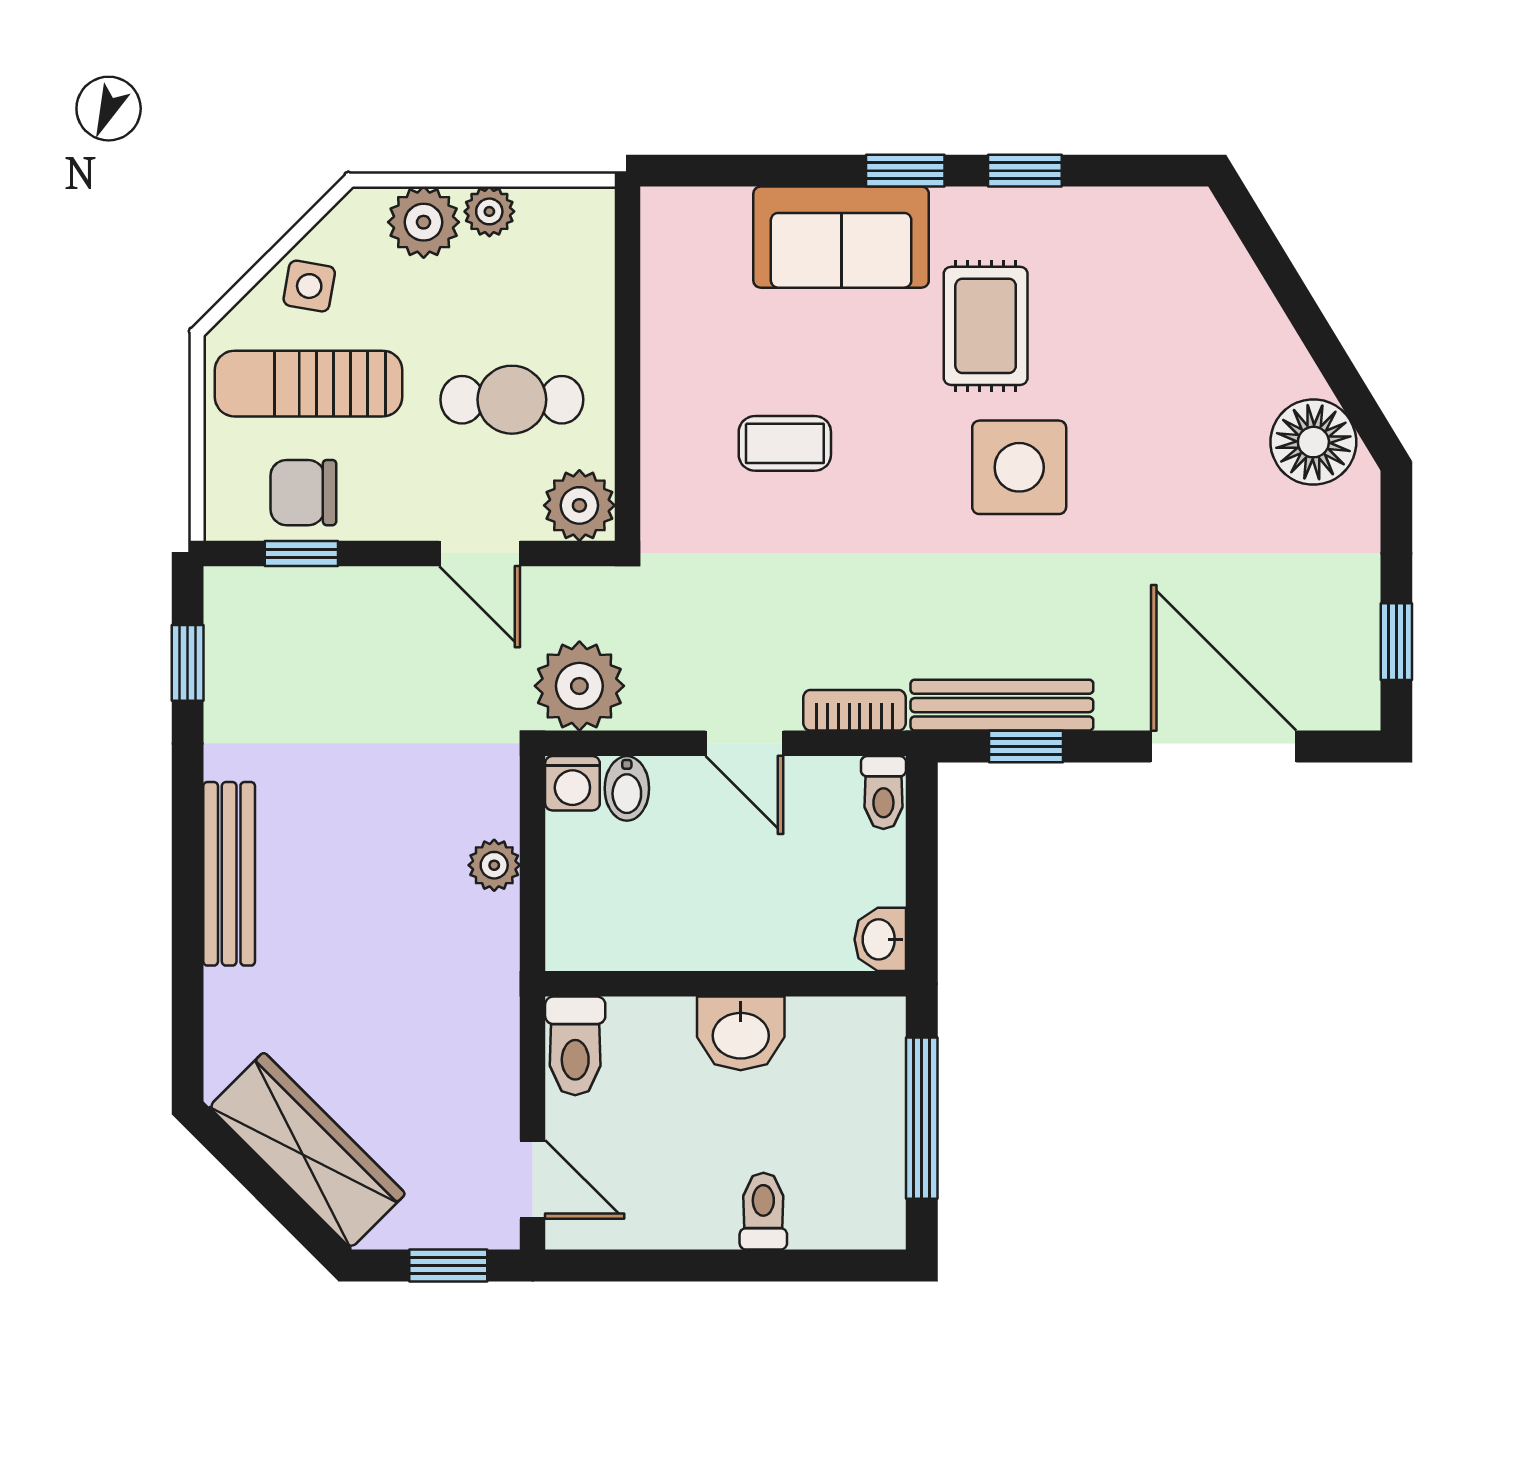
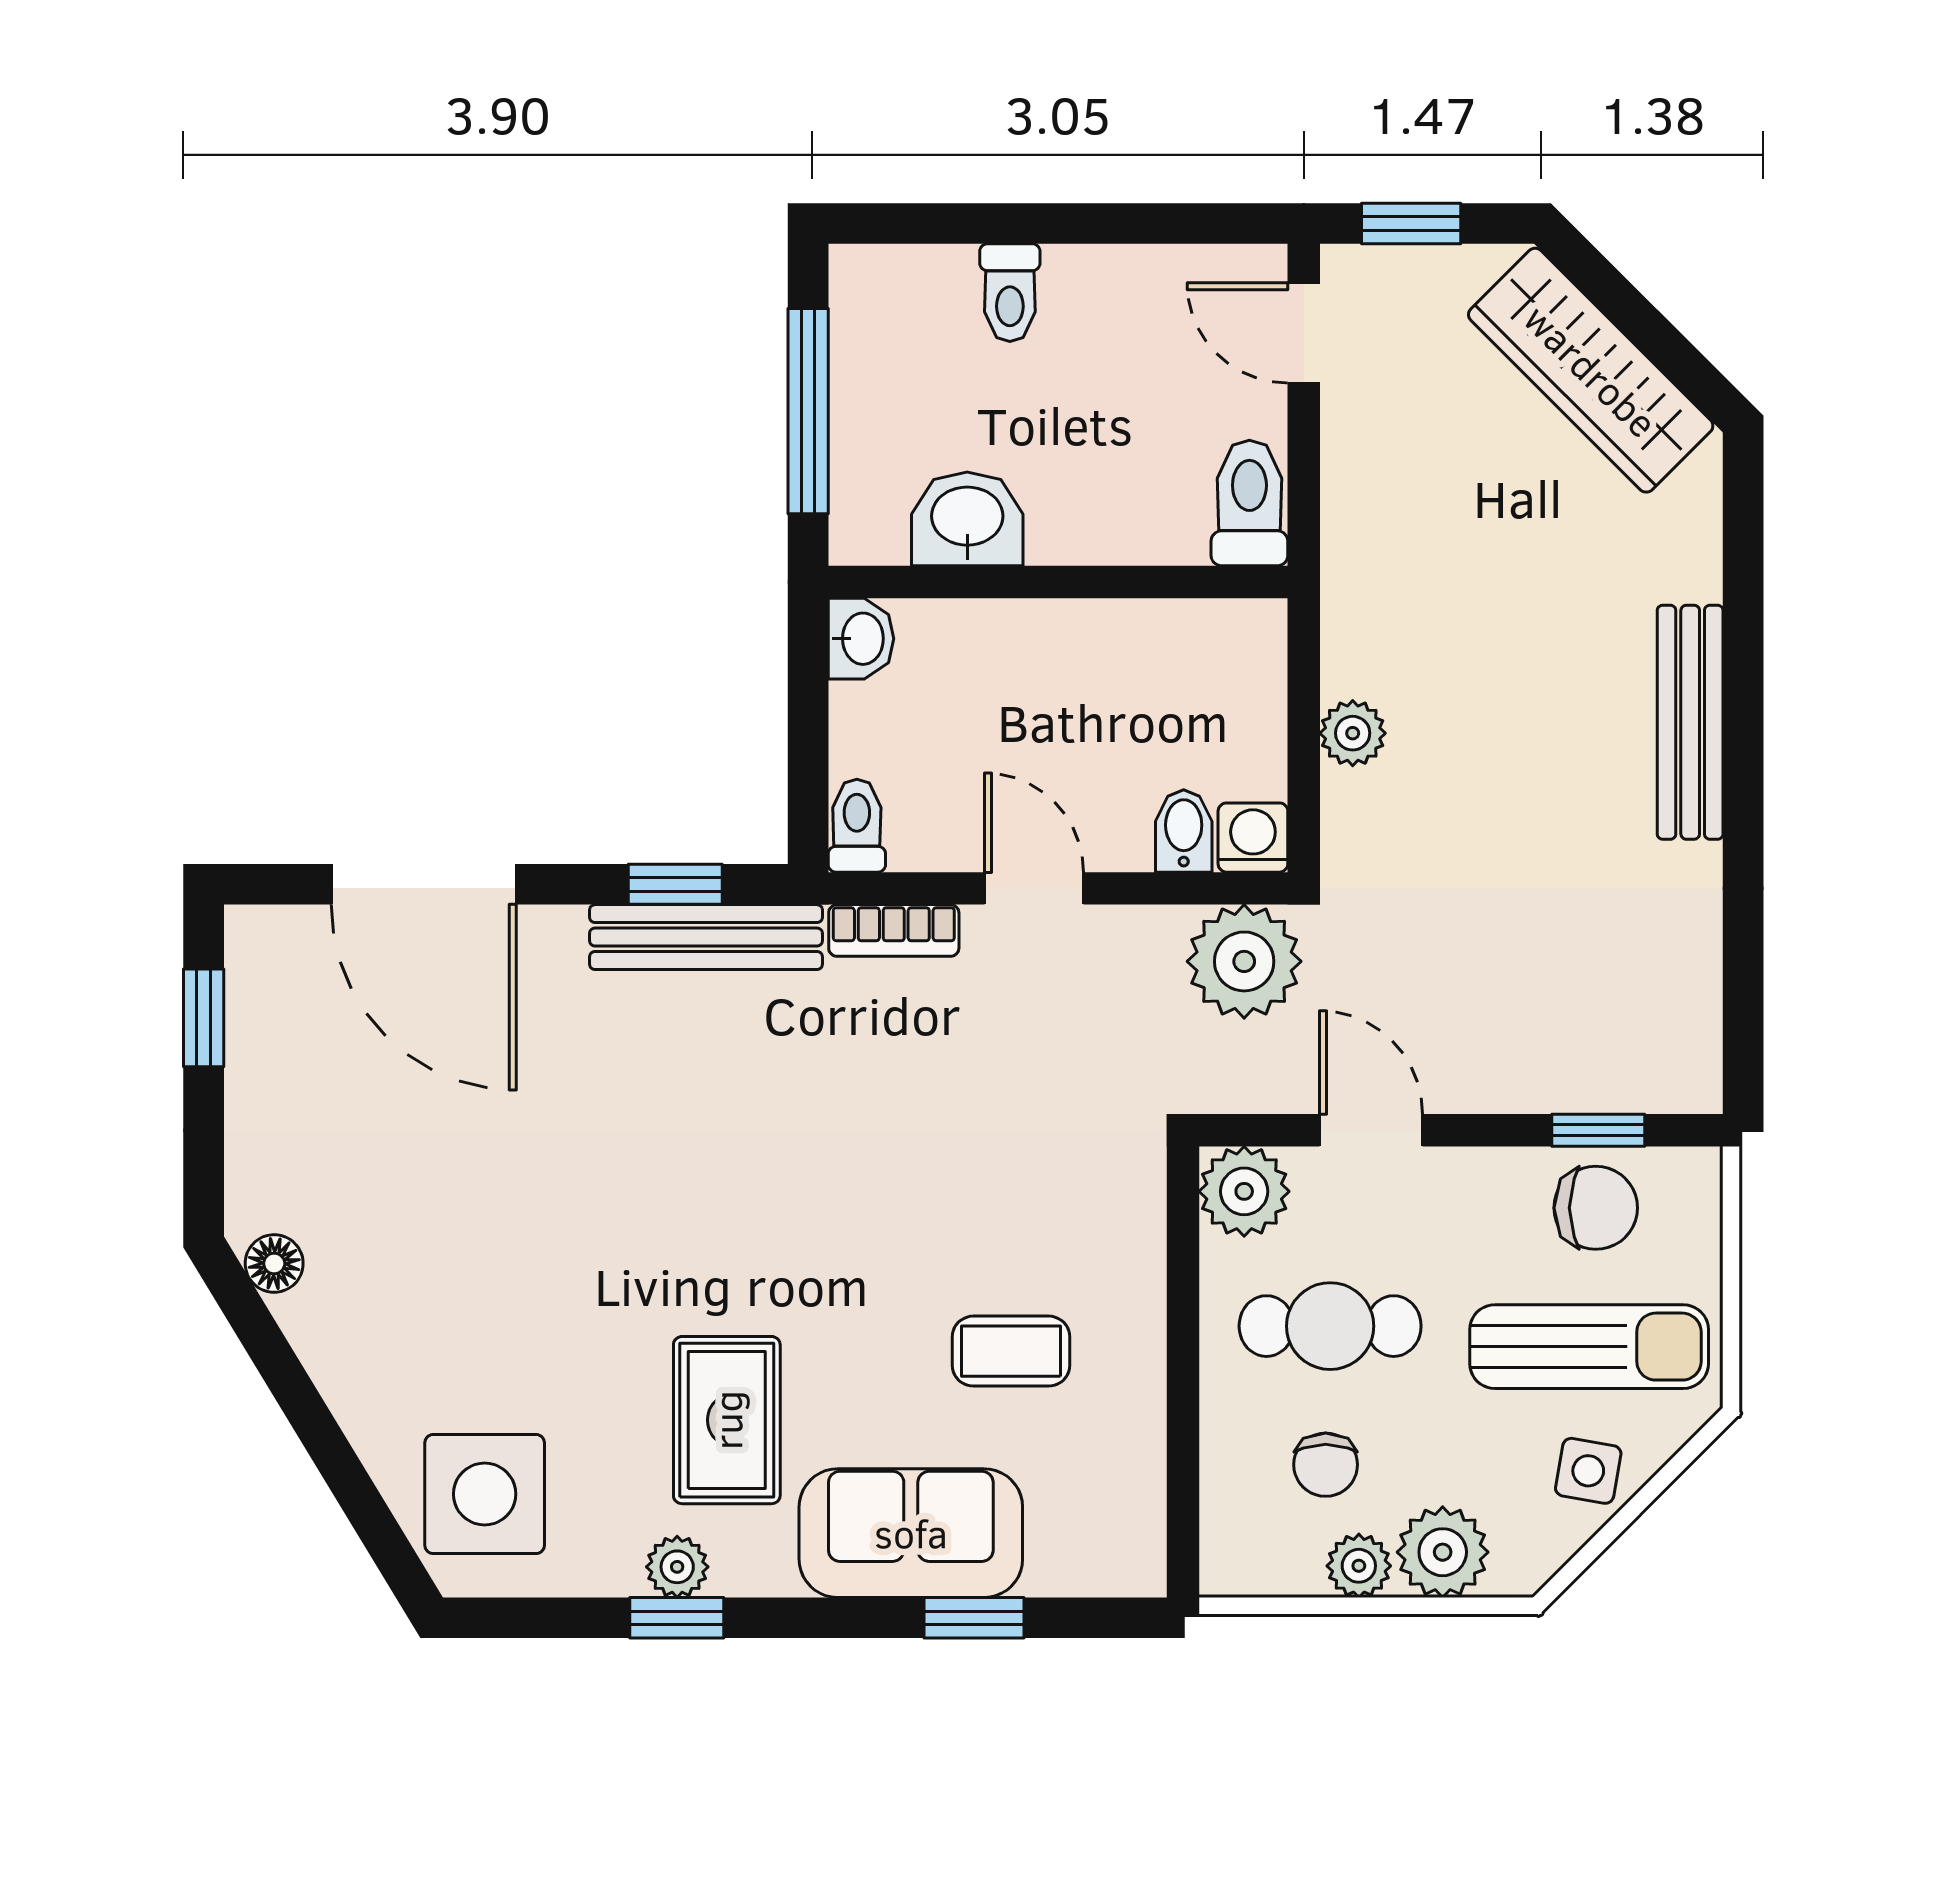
window: (905, 171) -> (974, 1618), moved
plant: (1025, 211) -> (677, 1567), added
chair: (515, 291) -> (1326, 1465), added
floor lamp: (1313, 442) -> (274, 1263), width x0.53, depth x0.53
coffee table: (785, 443) -> (1011, 1351), moved
side table: (1019, 467) -> (485, 1494), moved
window: (188, 663) -> (1743, 991), removed
washbasin: (741, 1033) -> (967, 519), moved

